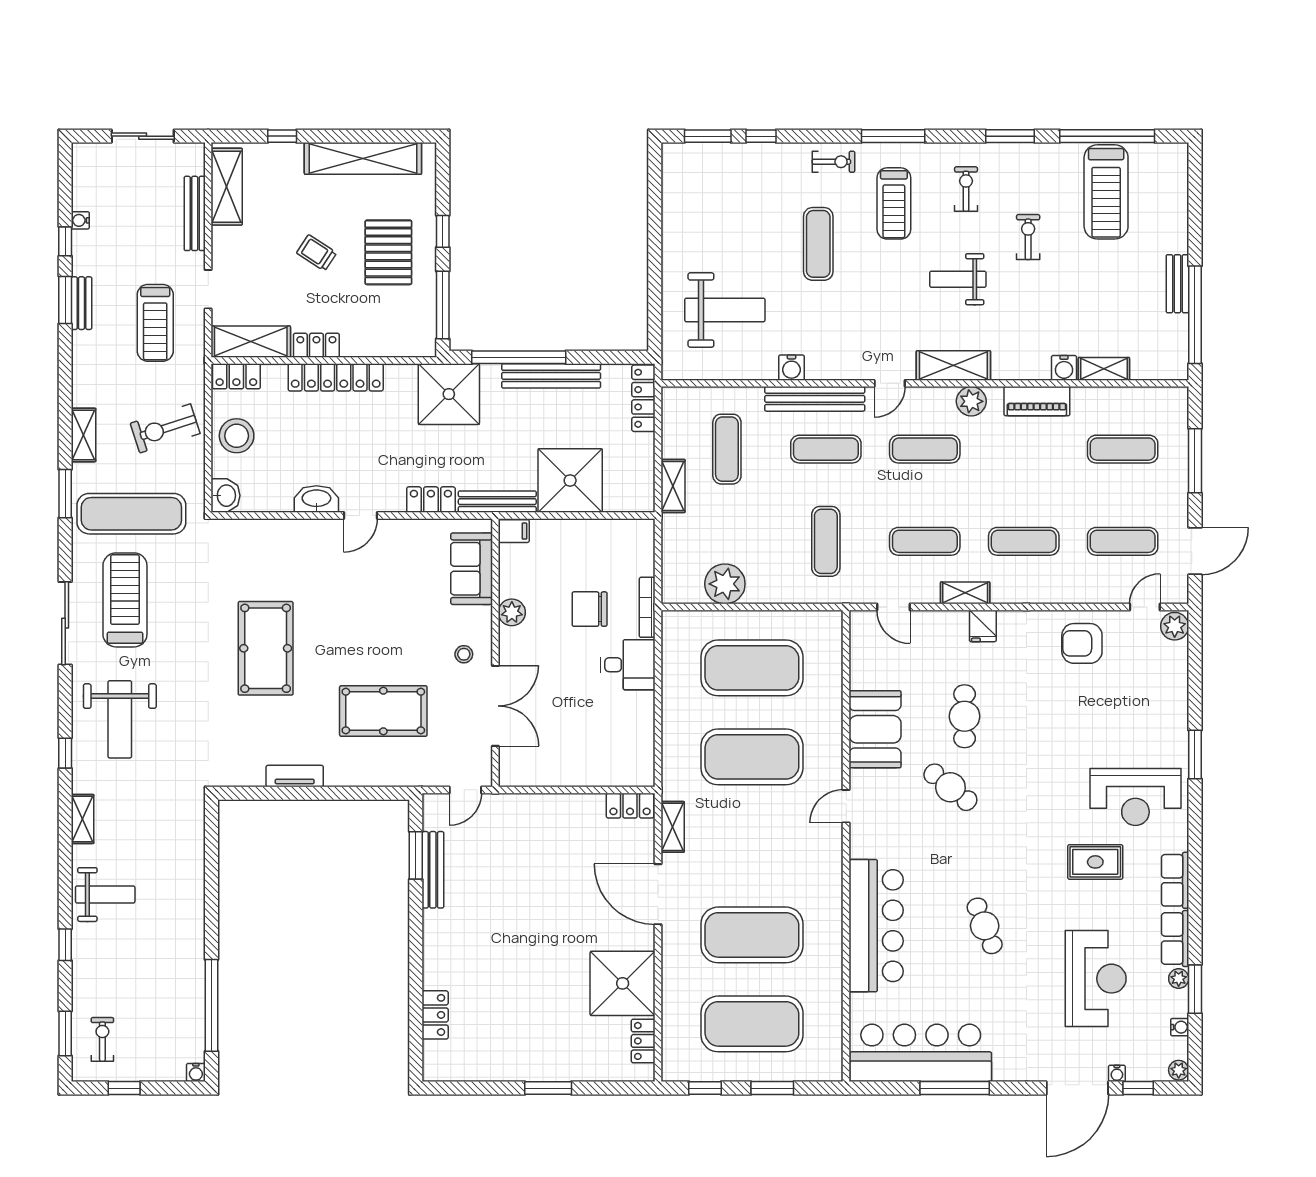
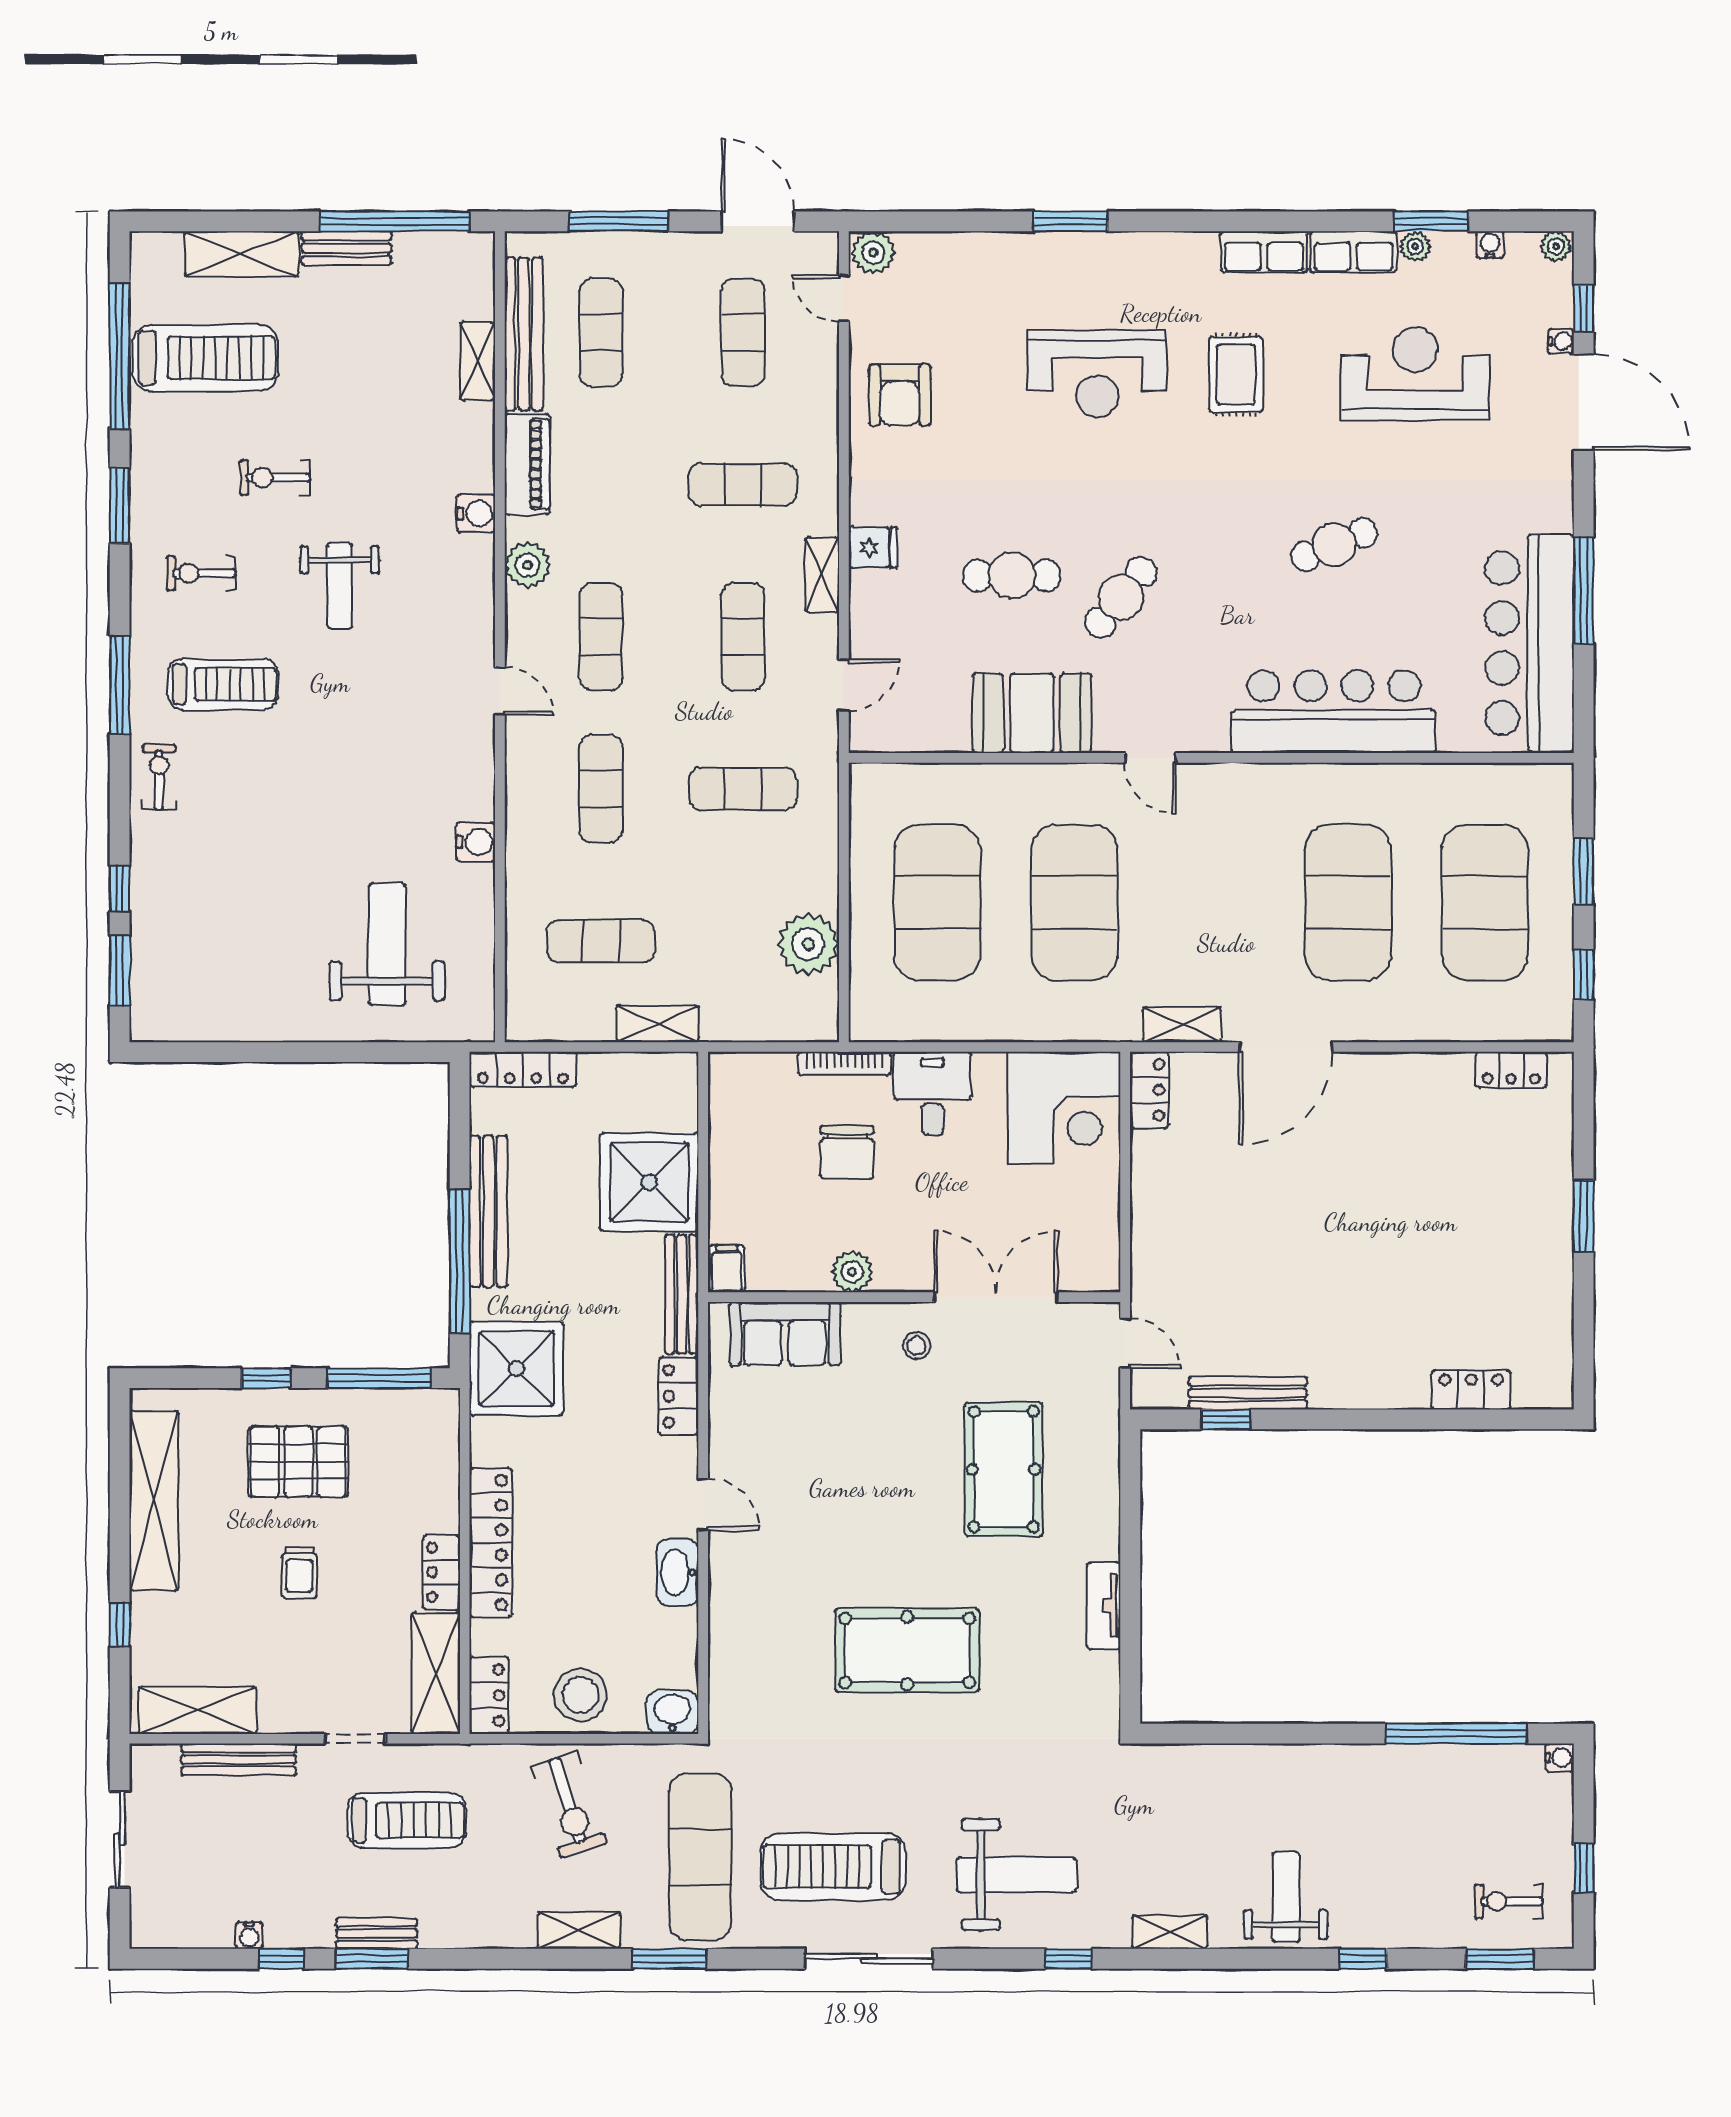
exercise mat: (818, 244) -> (285, 800), removed
trolley: (317, 253) -> (299, 1572), turned -33
shelving: (953, 366) -> (242, 254), moved, turned 90
water cooler: (1064, 368) -> (476, 513), moved
bench: (815, 399) -> (524, 334), moved
exercise mat: (1024, 541) -> (743, 485), turned 90
corner desk: (618, 750) -> (1064, 1108), added
reception desk: (1135, 797) -> (1097, 373), moved, turned 90
window: (416, 855) -> (1226, 1419), width x0.67
shower: (623, 983) -> (1423, 1101), removed

